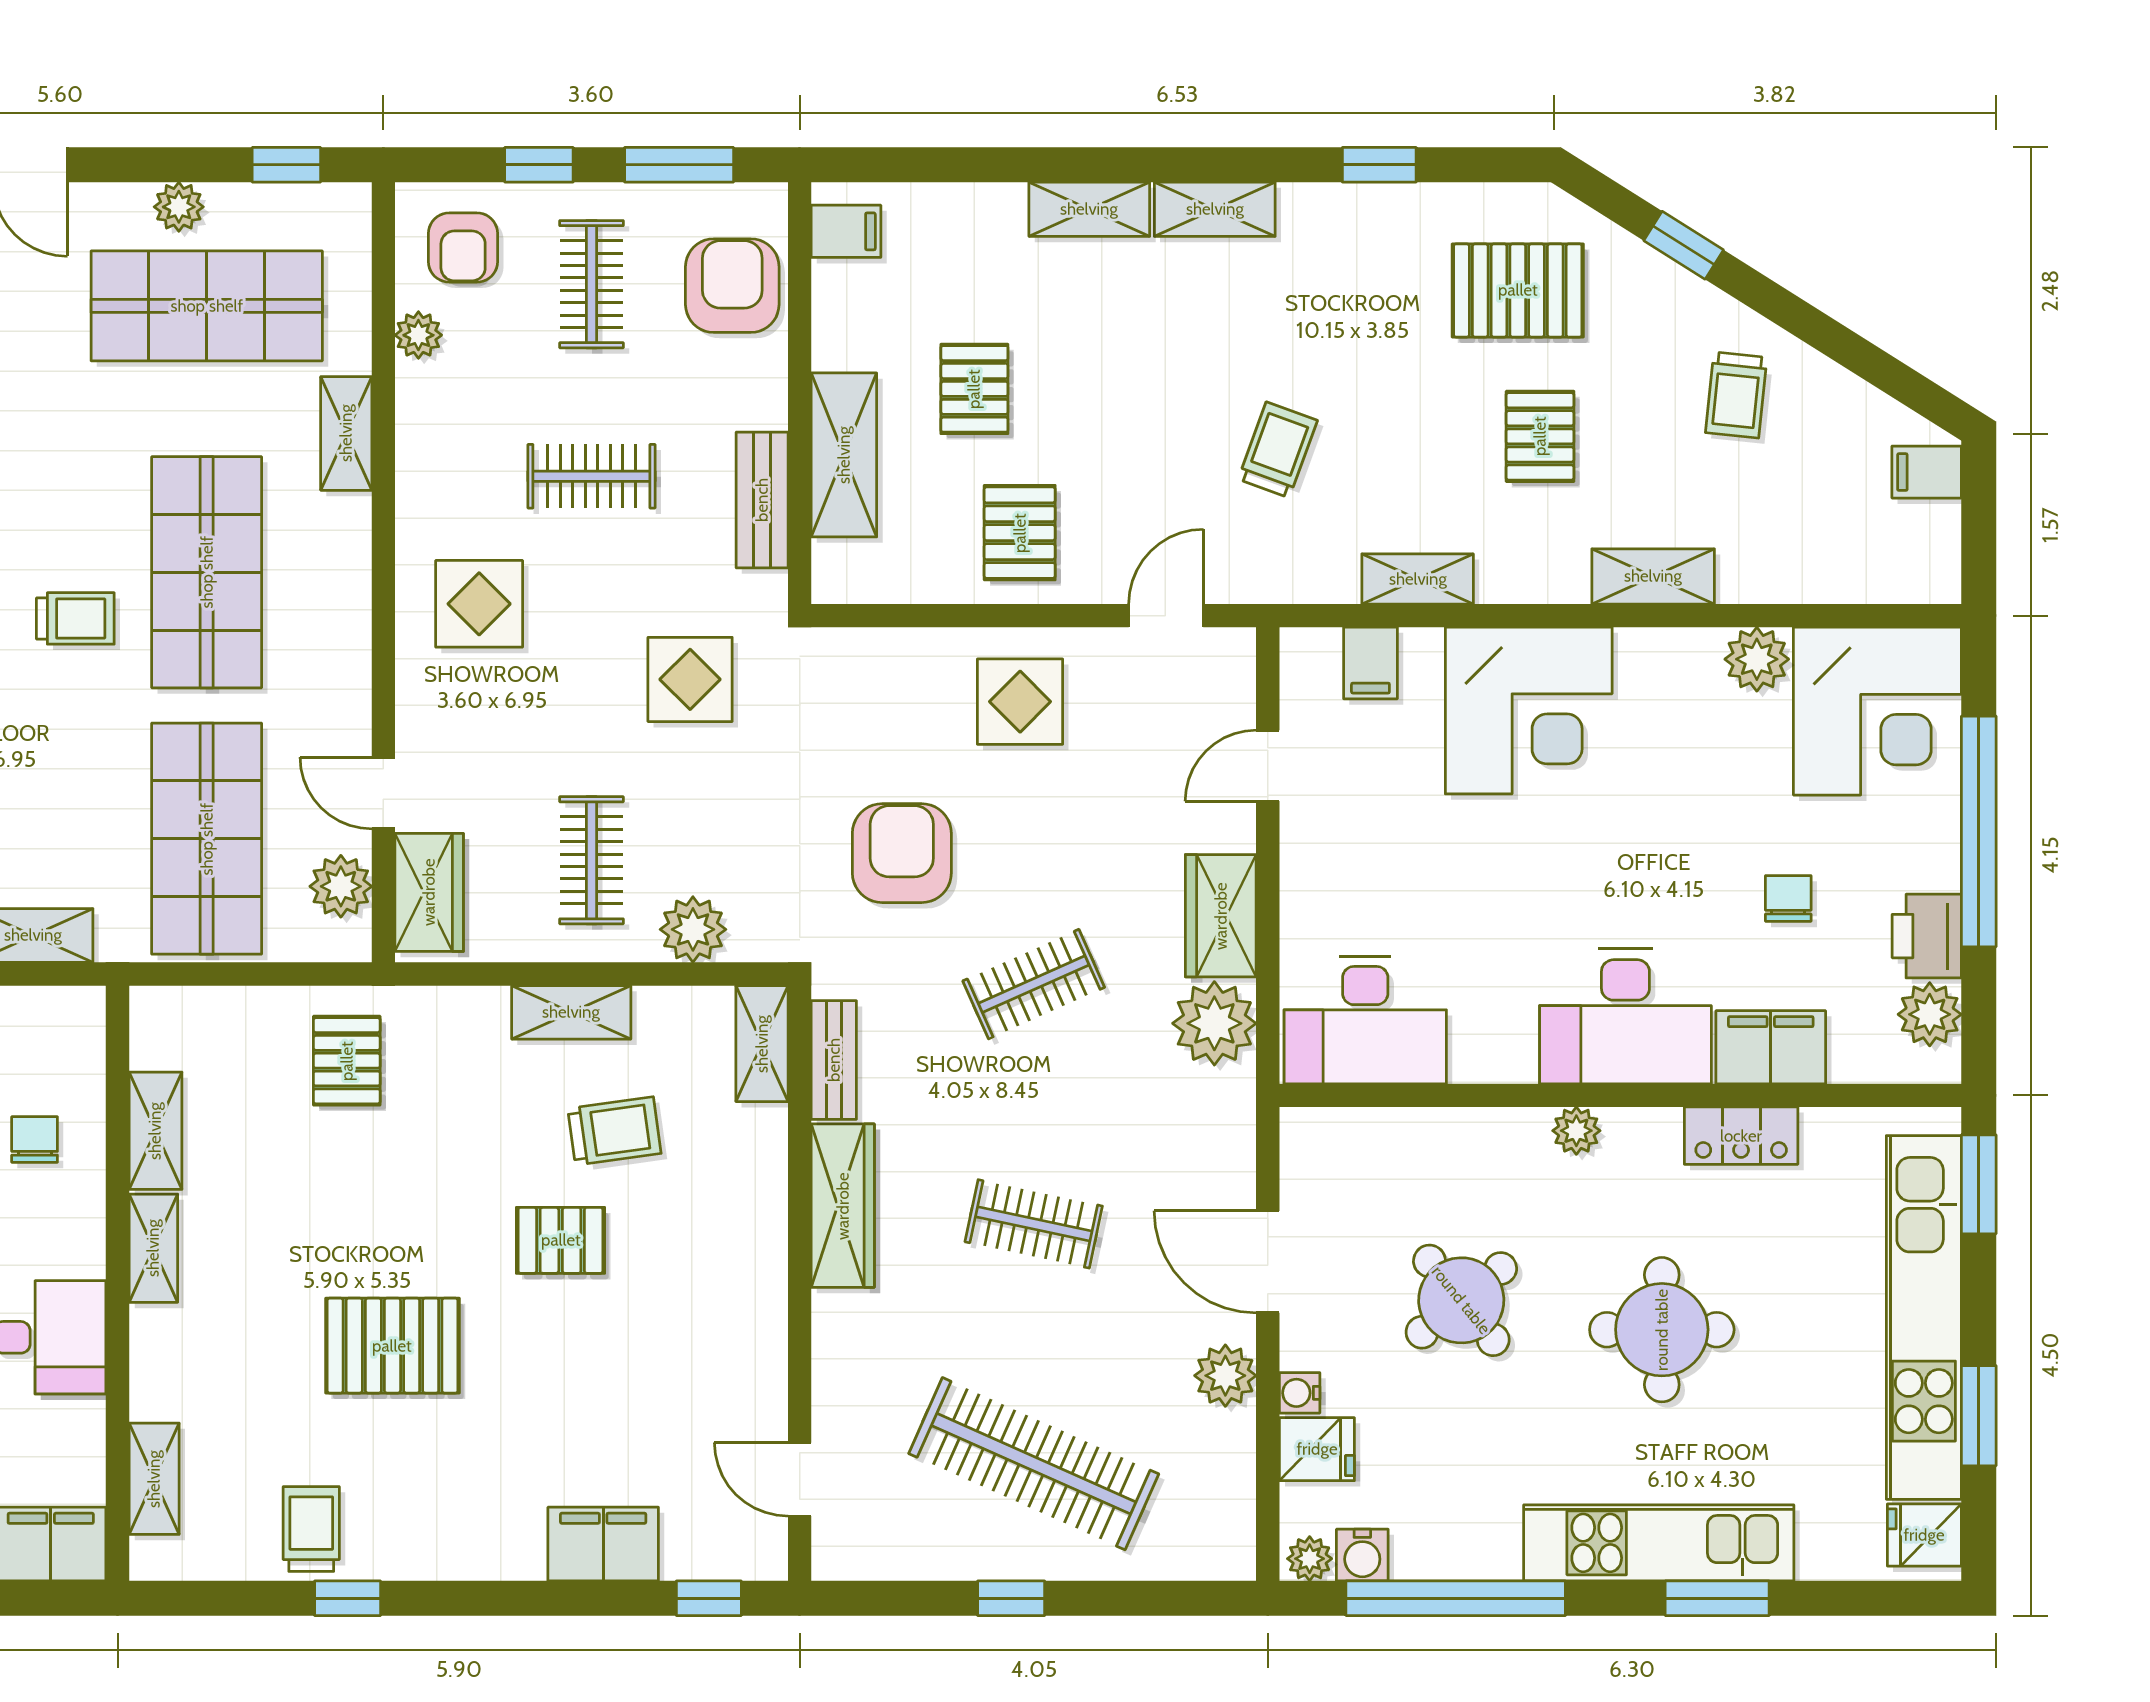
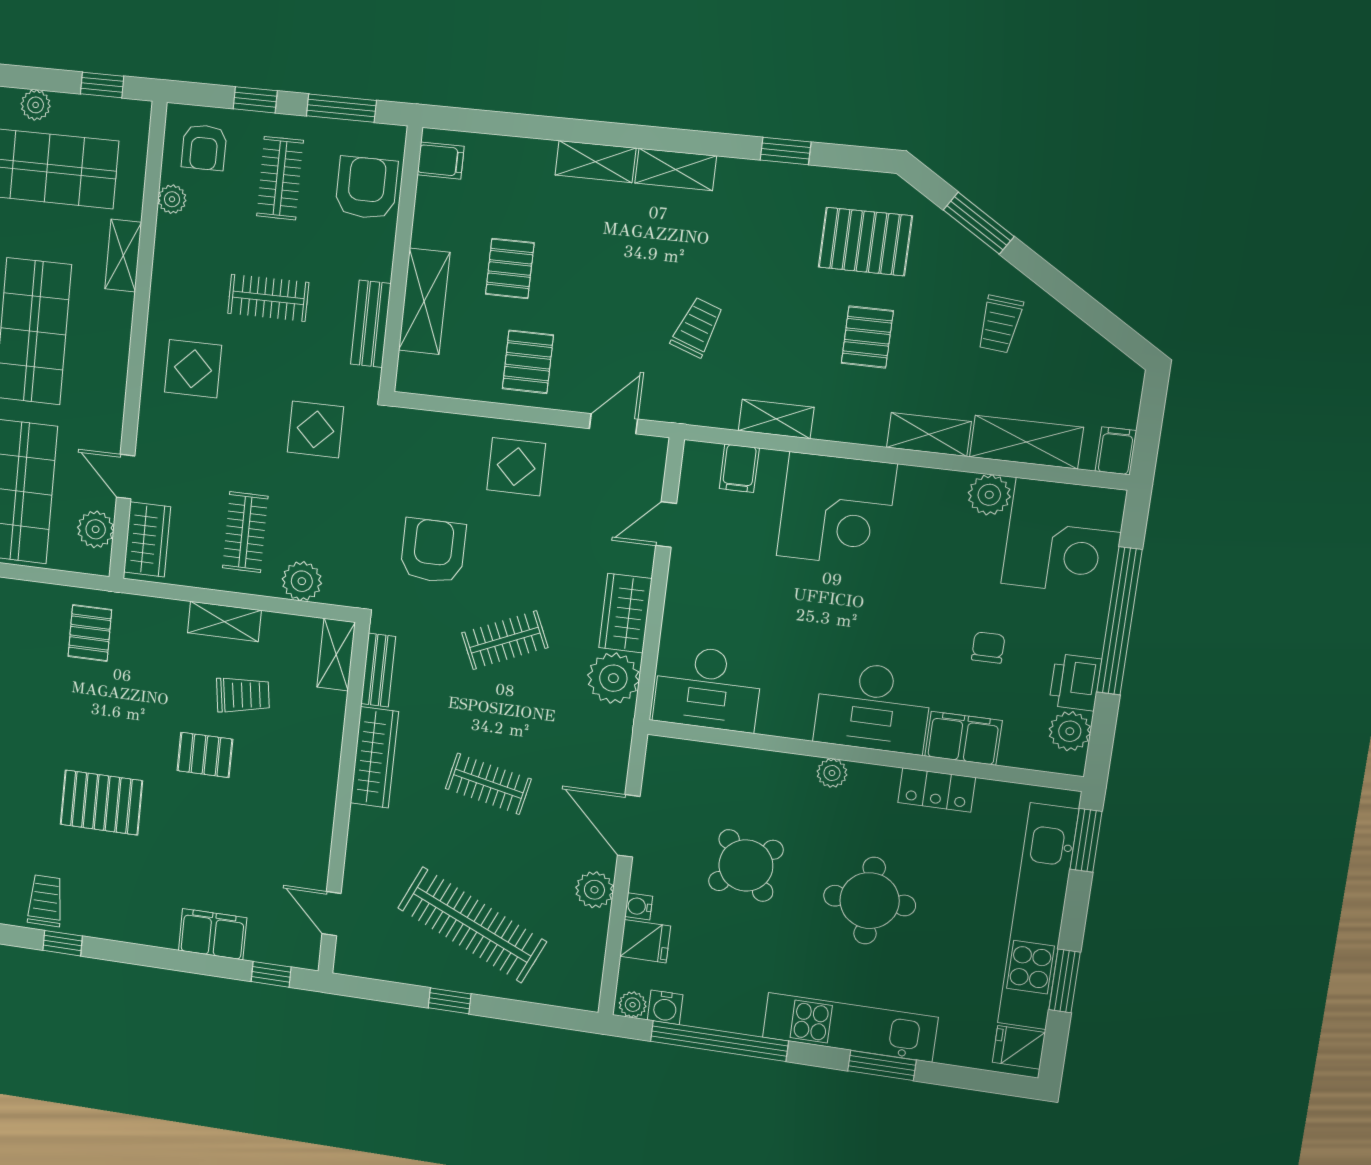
window: (1684, 245) -> (979, 223), width x1.50
filing cabinet: (1927, 472) -> (1116, 451), moved, turned 90
shelving: (1801, 571) -> (1026, 442), added

